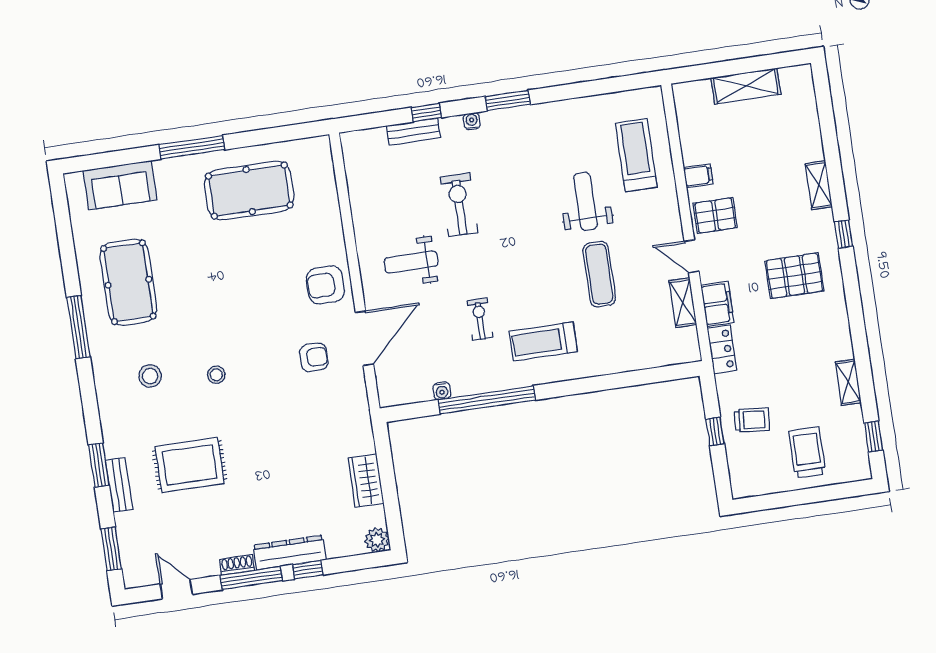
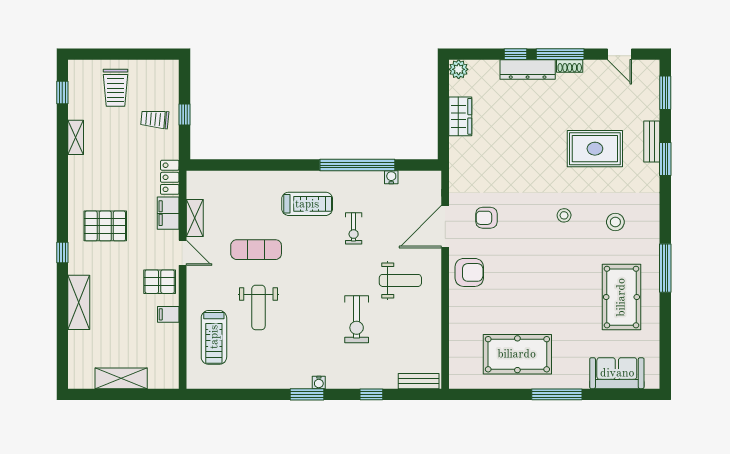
water cooler: (472, 121) -> (319, 382), moved
bench: (413, 132) -> (419, 381), moved
shelving: (819, 185) -> (79, 302), width x1.50, depth x1.33
exercise mat: (599, 274) -> (256, 250), turned 90

